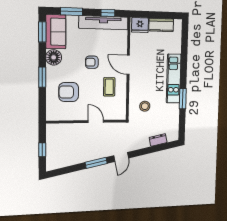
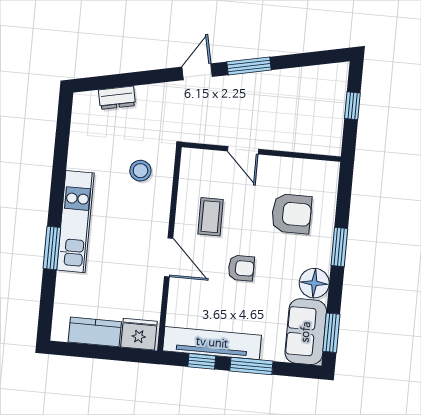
window: (72, 12) -> (251, 366), moved
window: (183, 99) -> (52, 248), moved

